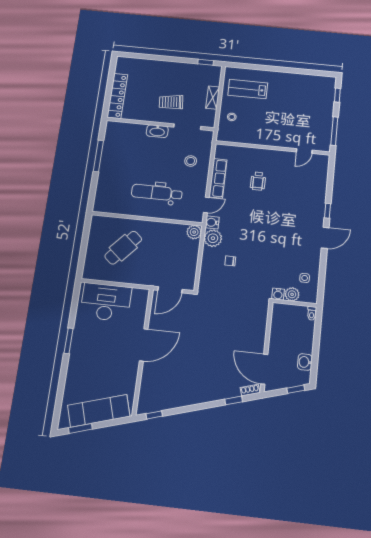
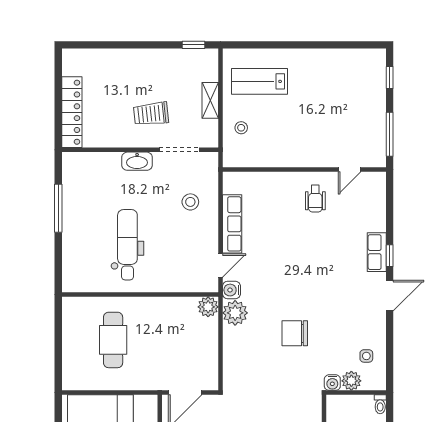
wheelchair: (258, 181) -> (315, 199), moved
dental chair: (157, 193) -> (127, 245), moved, turned 90
row of seats: (319, 207) -> (377, 252), added
cafe table: (123, 248) -> (113, 340), turned -41
chair: (230, 261) -> (295, 333), moved, width x1.87, depth x1.87

